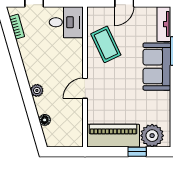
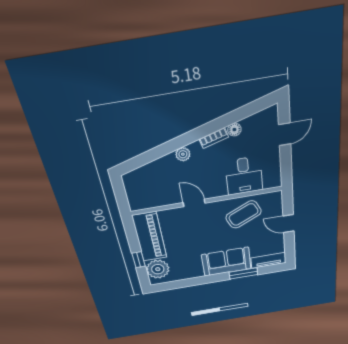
desk: (66, 22) -> (244, 176), moved
bookcase: (17, 27) -> (214, 138), moved
floor lamp: (45, 120) -> (234, 130), moved

